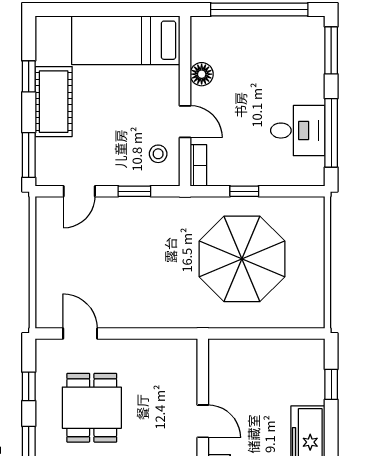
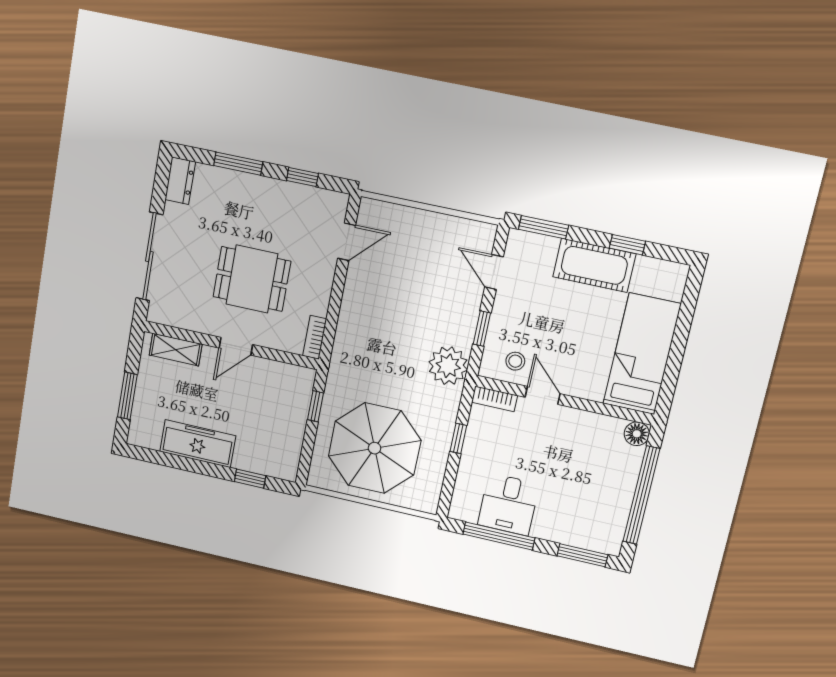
floor lamp: (202, 74) -> (637, 434), moved
door: (185, 122) -> (543, 395), swing flipped
plant: (176, 215) -> (448, 366), added
parasol: (242, 259) -> (375, 448), moved
window: (244, 334) -> (315, 406), added
bookcase: (177, 347) -> (315, 337), added
dining table: (92, 408) -> (252, 279), moved

